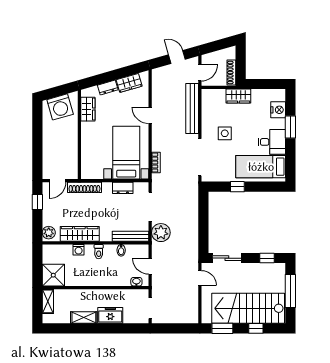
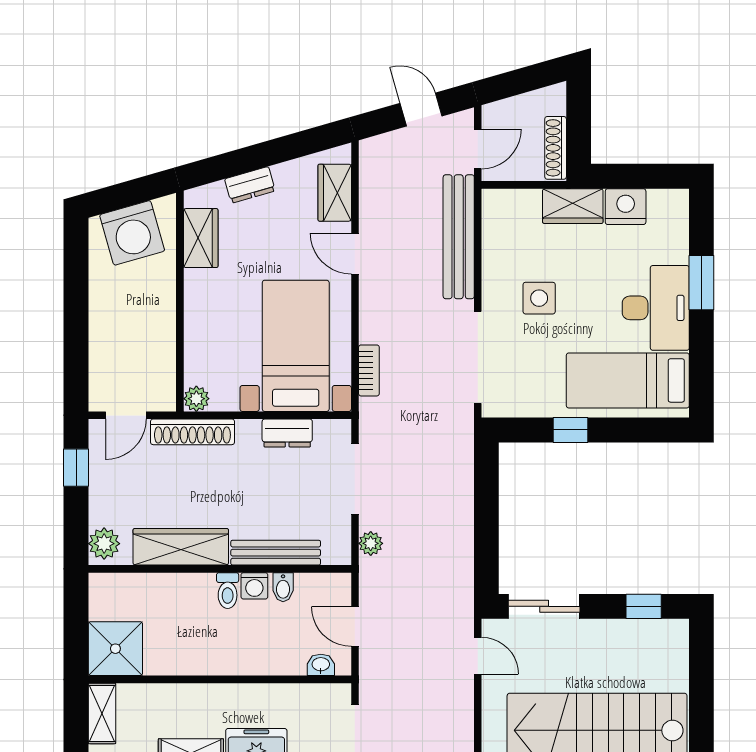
wardrobe: (129, 83) -> (335, 193), moved, turned 106
nightstand: (278, 110) -> (626, 207), moved, turned -90
desk: (272, 142) -> (656, 308), width x1.37
plant: (86, 174) -> (196, 399), added
plant: (161, 233) -> (371, 543), width x0.53, depth x0.53
bench: (131, 236) -> (276, 553), moved
washing machine: (79, 250) -> (254, 586), moved
window: (290, 291) -> (701, 688), removed

